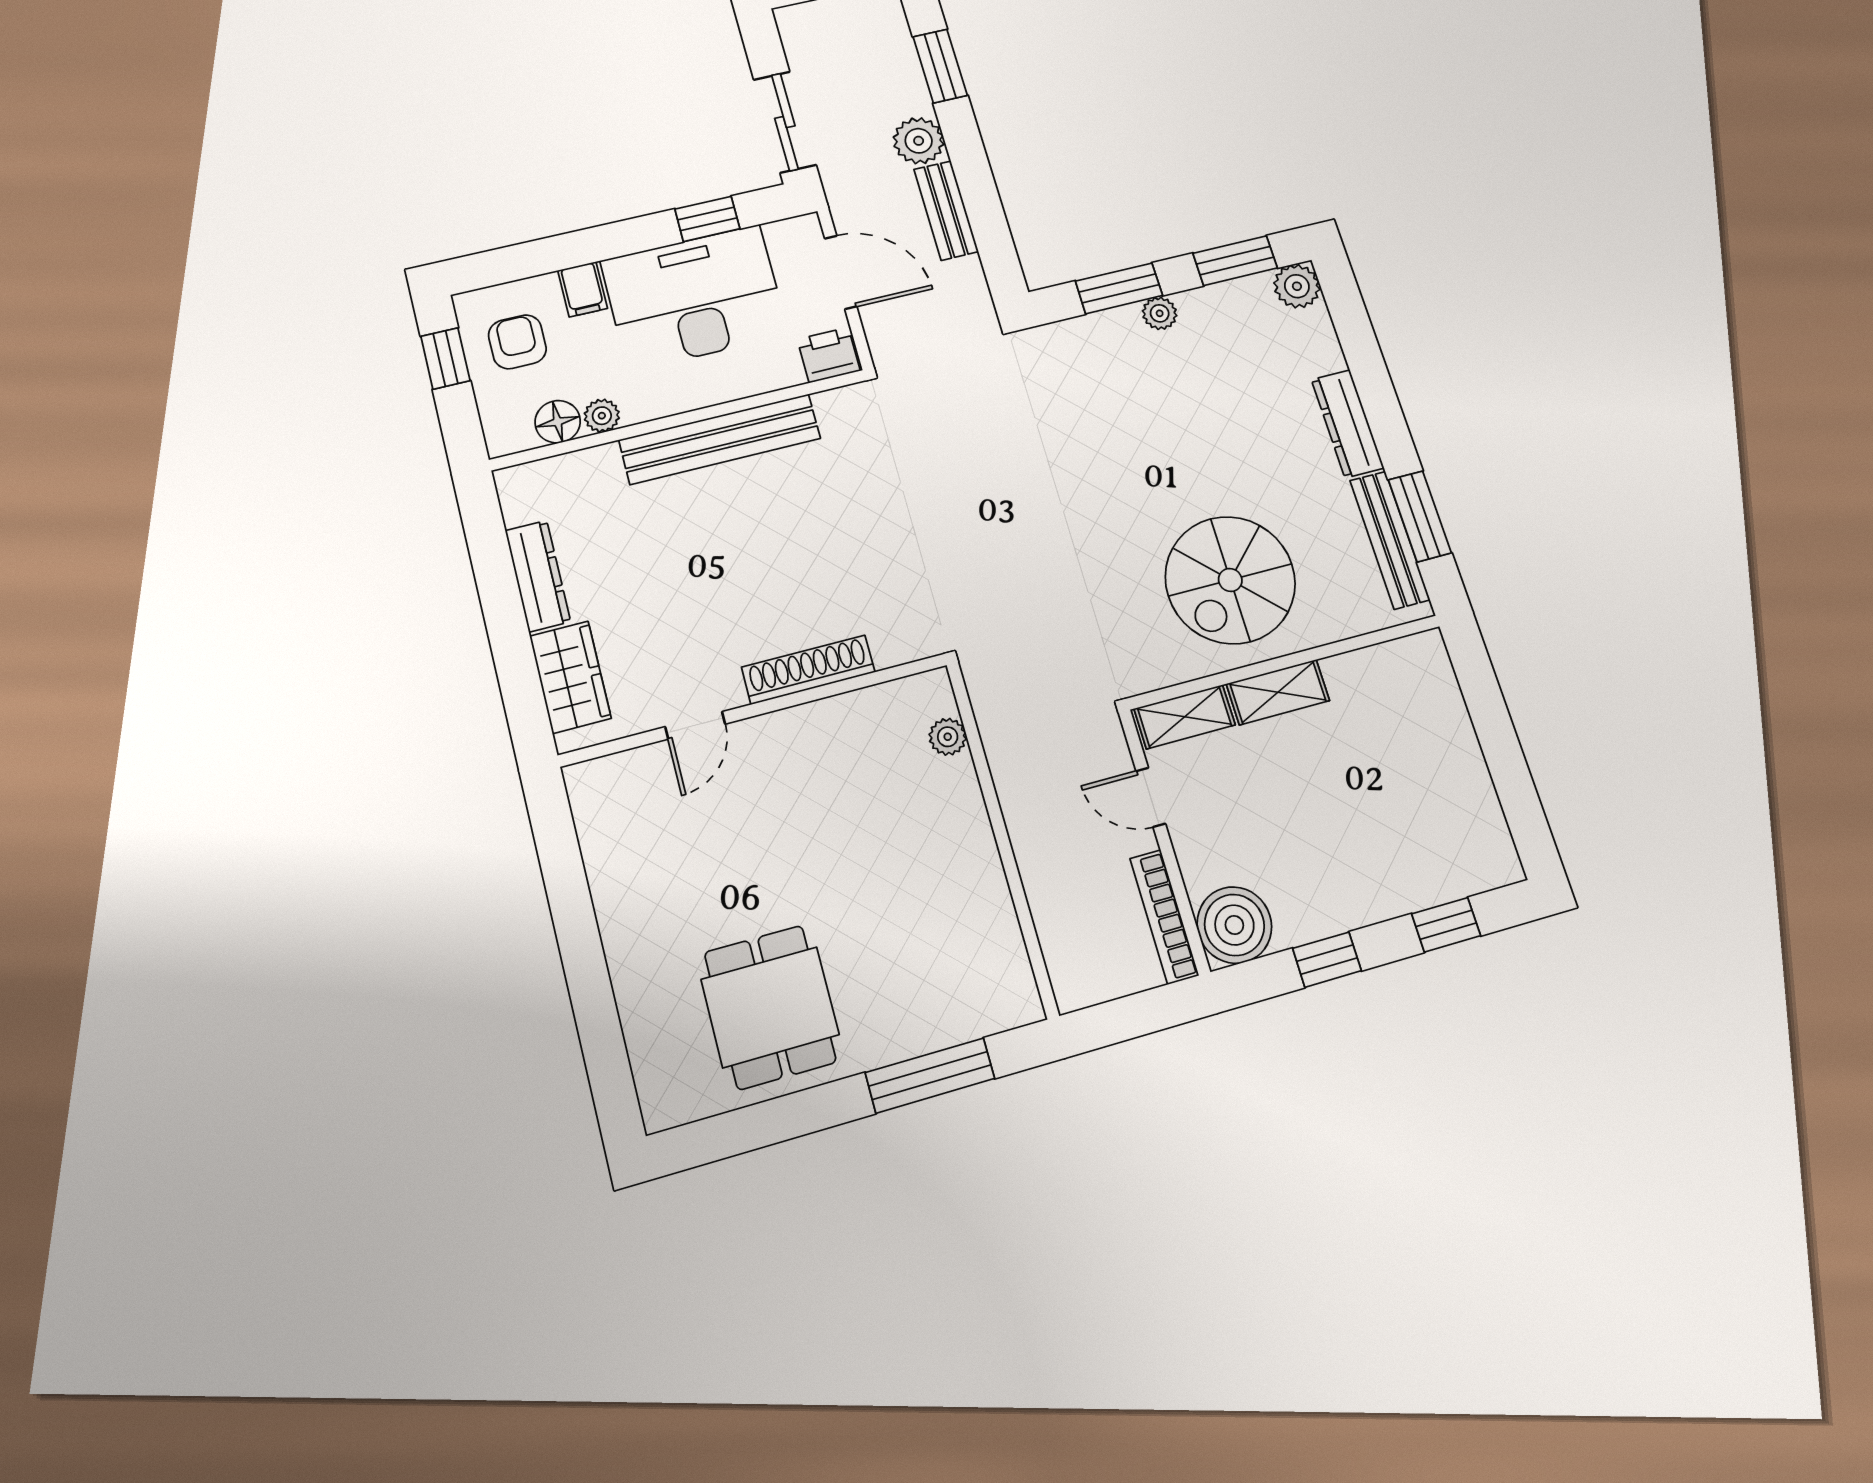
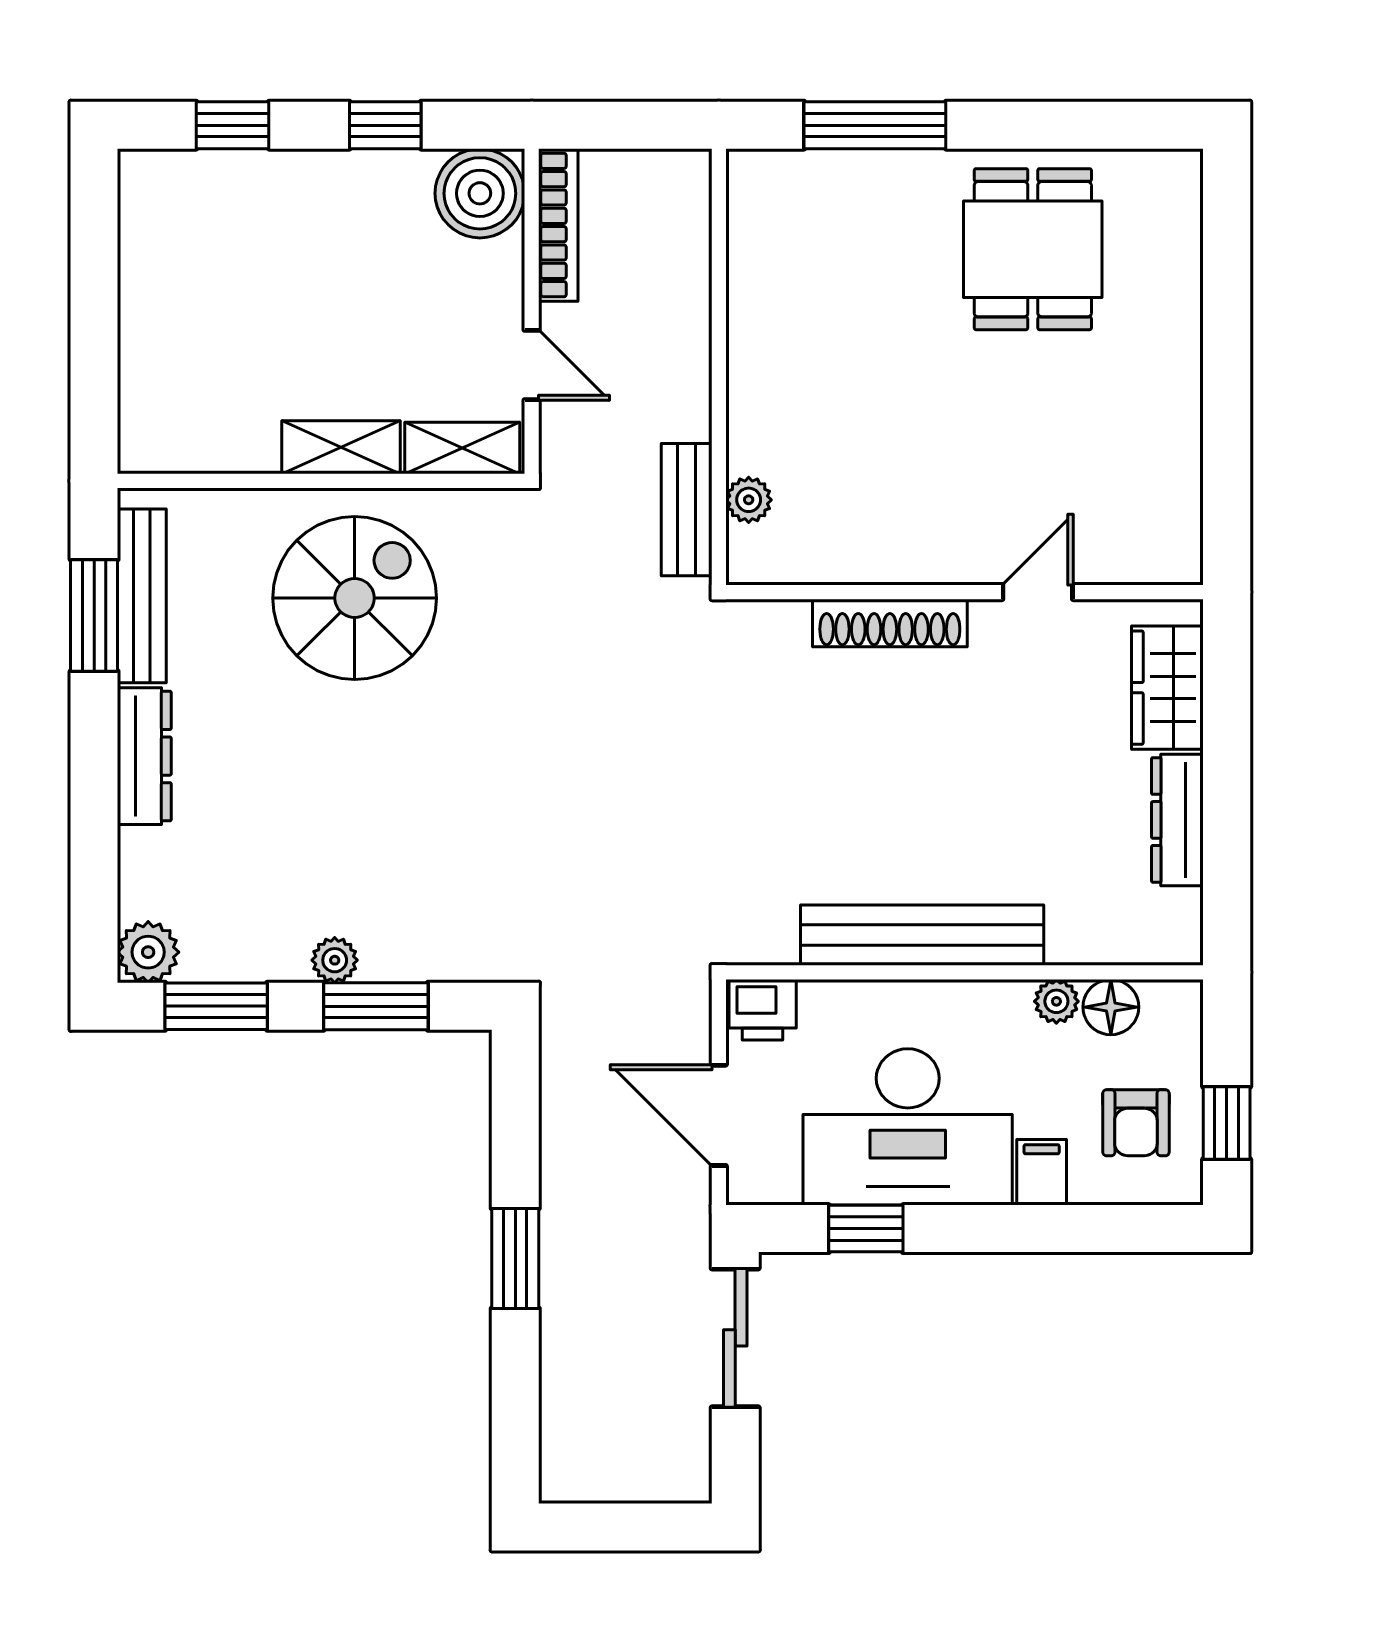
window: (940, 66) -> (515, 1258), moved
plant: (919, 141) -> (572, 1270), removed
bench: (946, 210) -> (687, 510), moved

